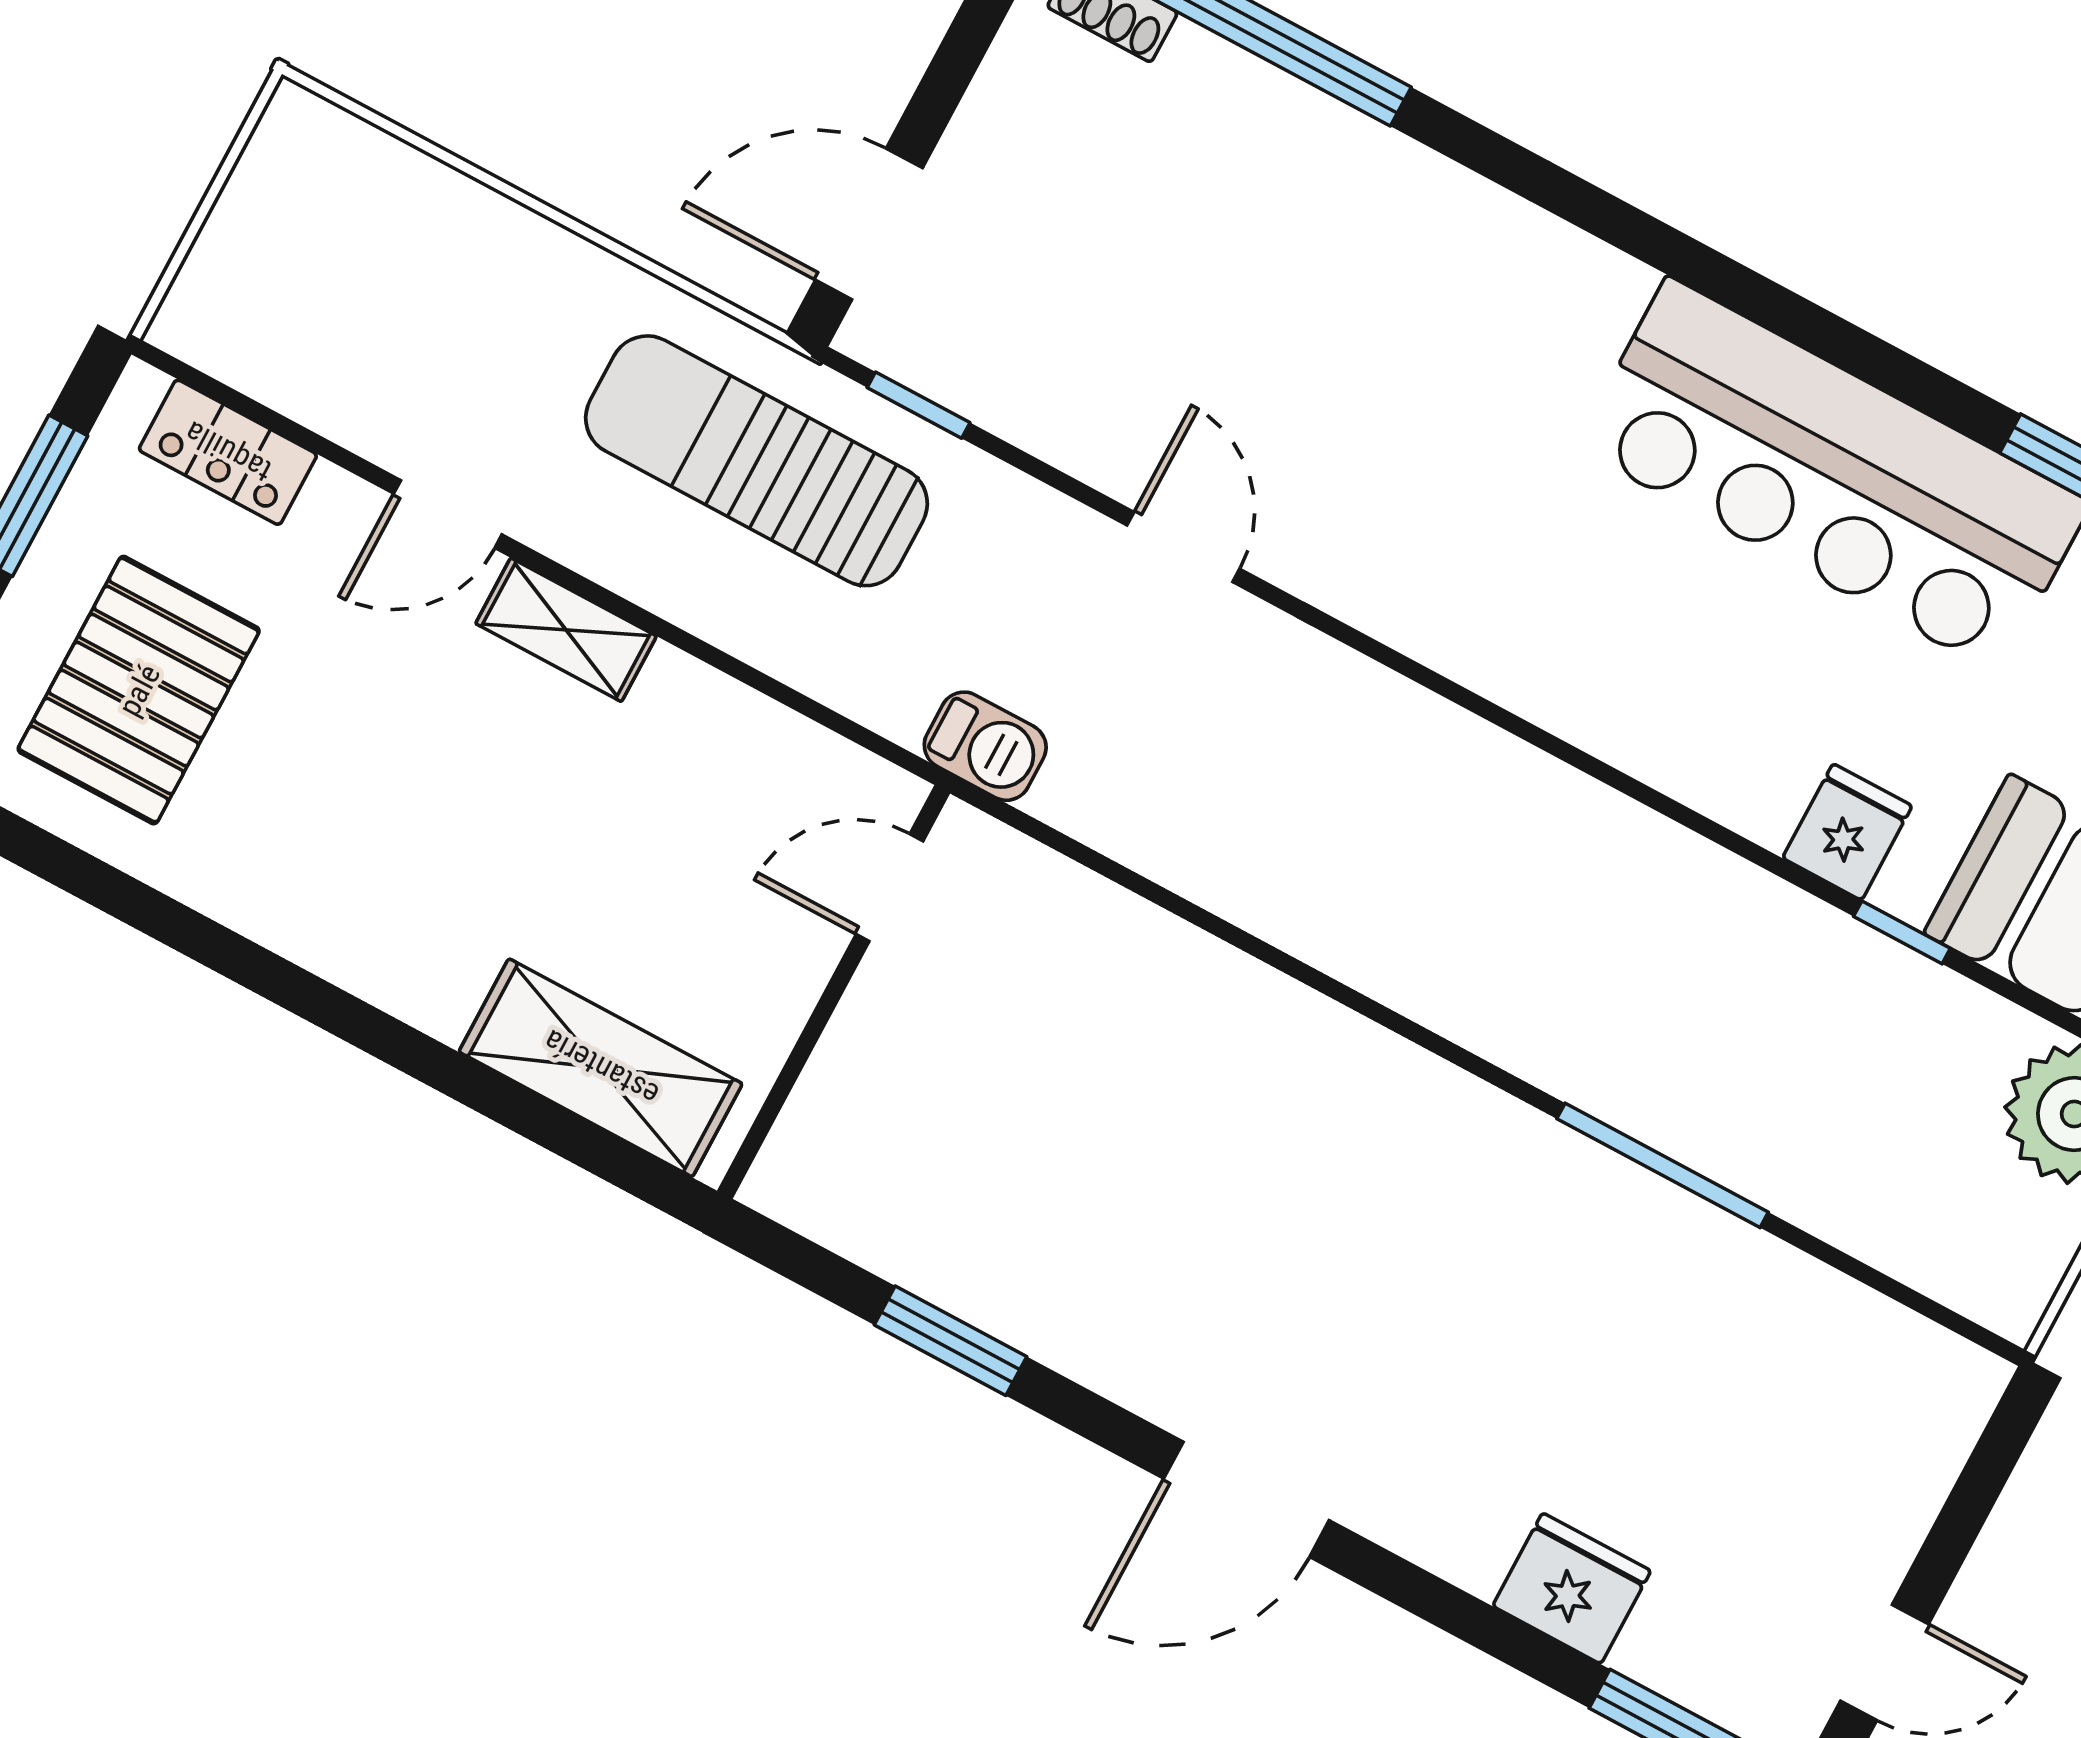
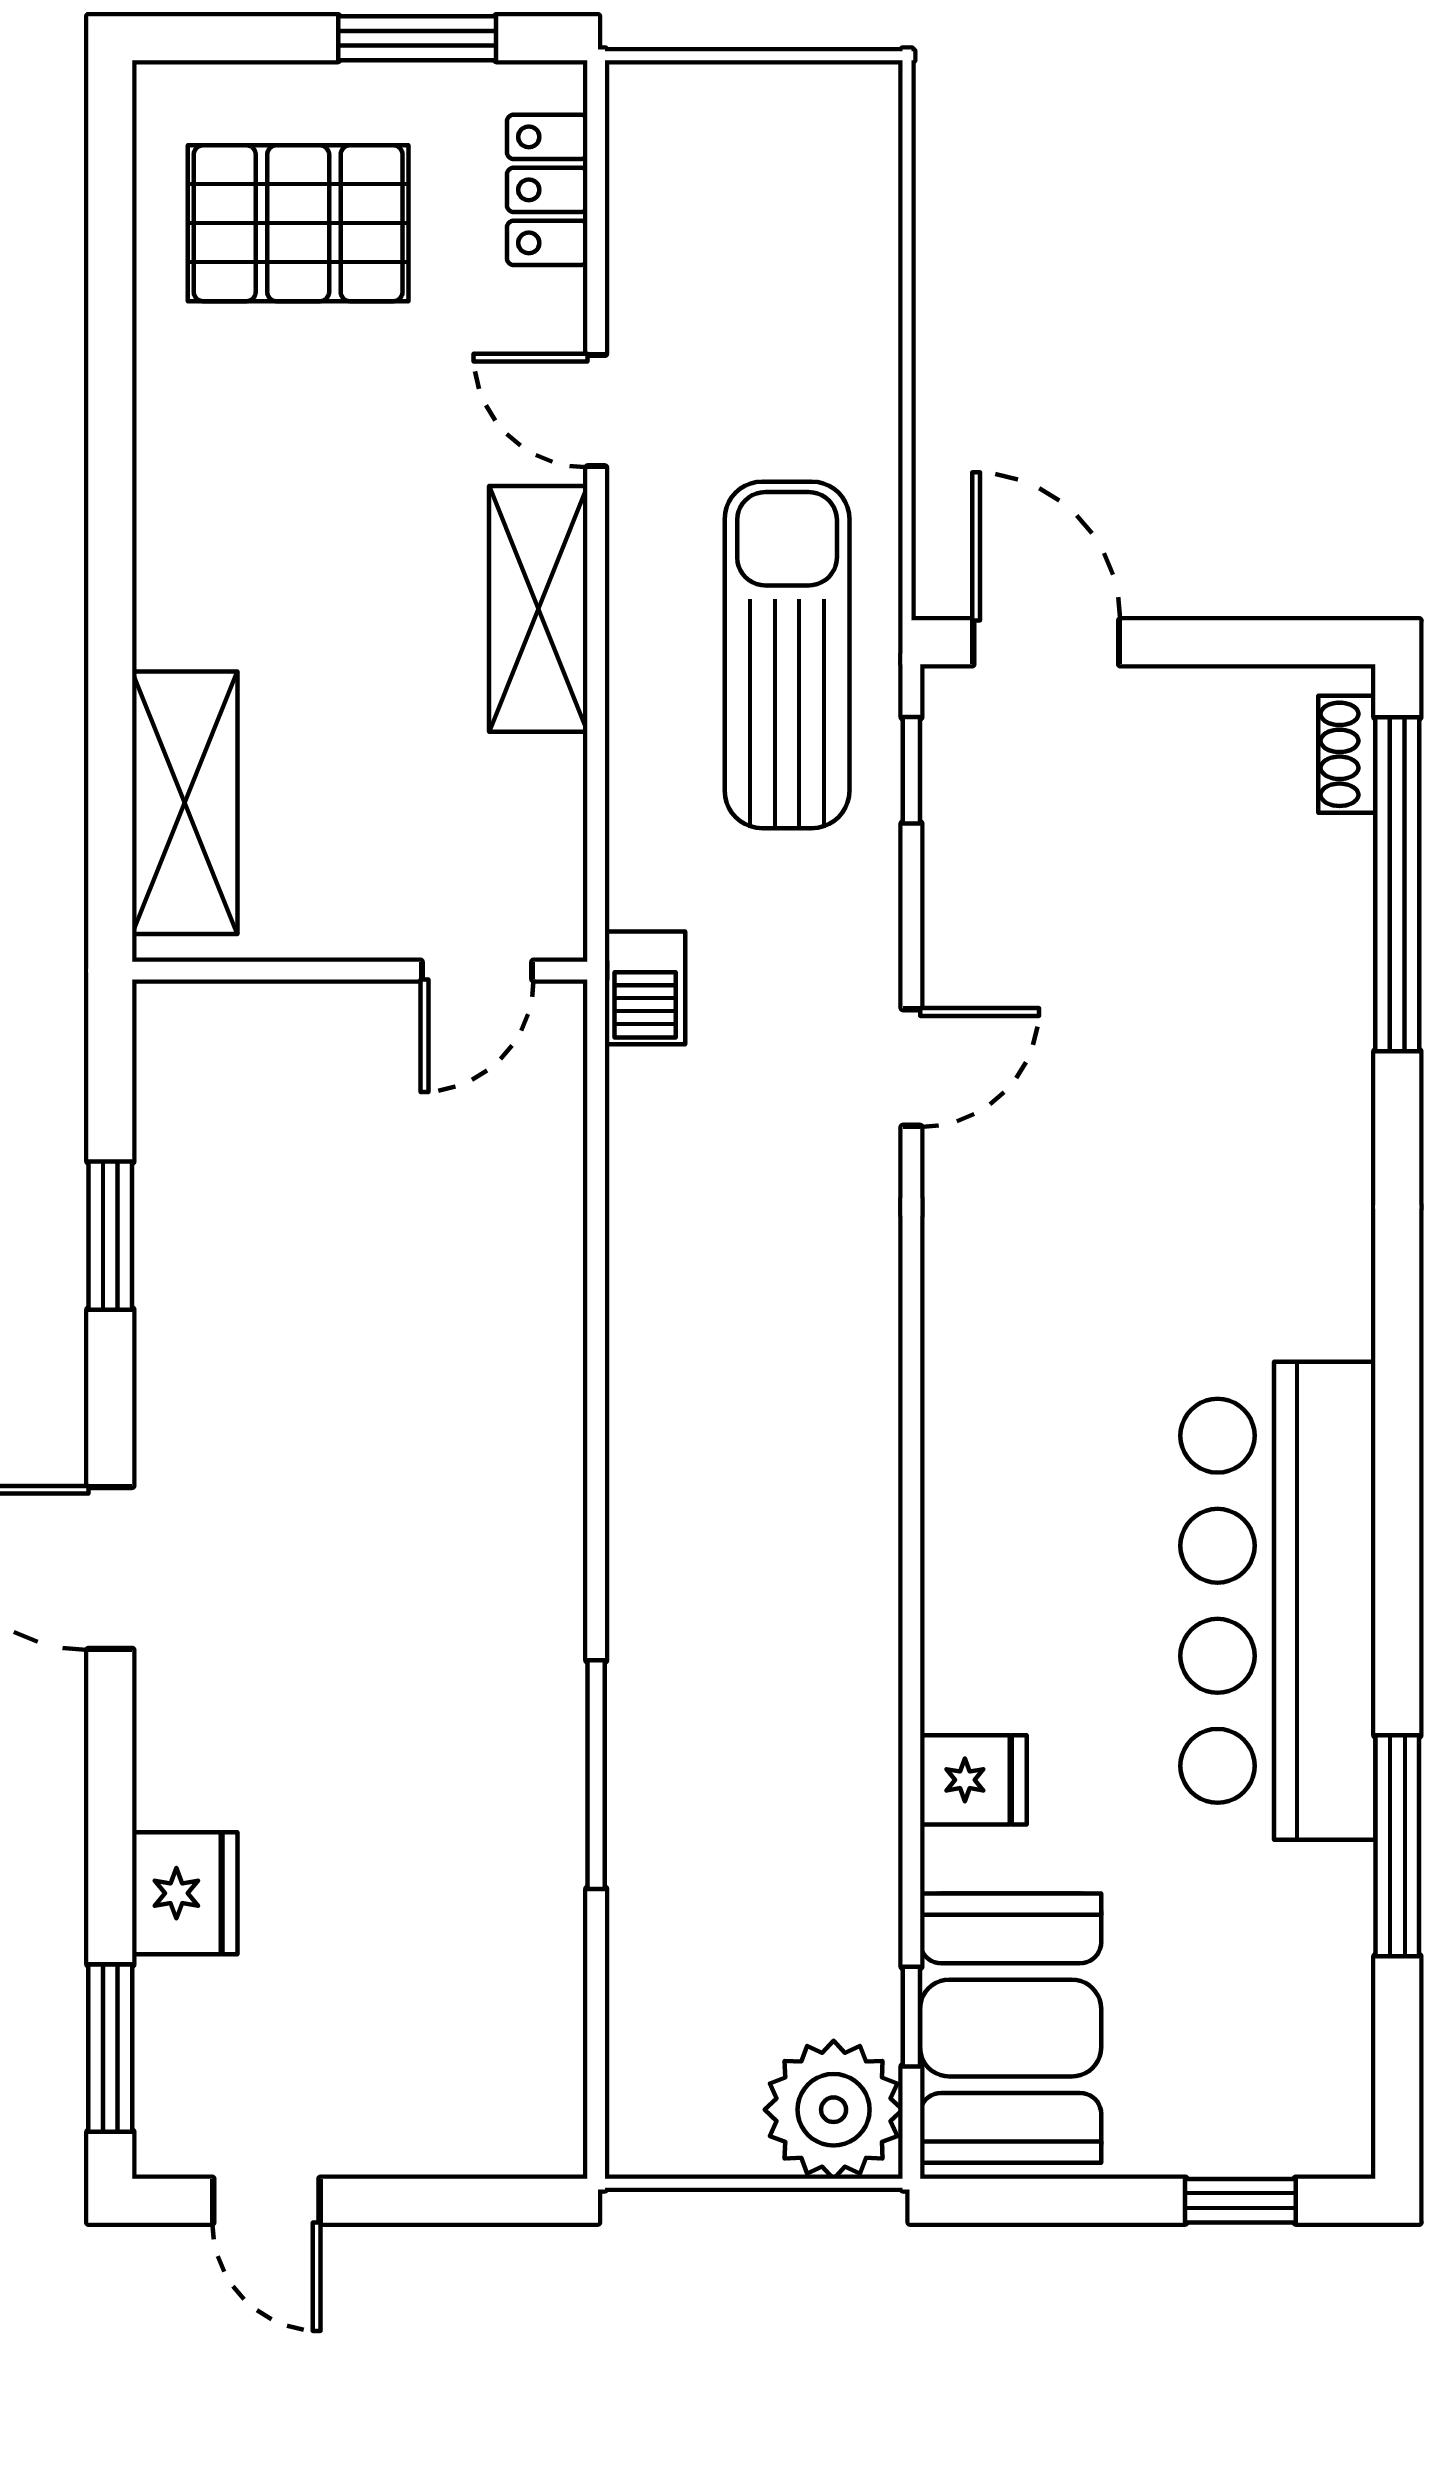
shelving: (566, 630) -> (538, 609), width x1.50, depth x1.33
door: (890, 888) -> (477, 971), swing flipped
window: (1902, 932) -> (911, 2017), moved

